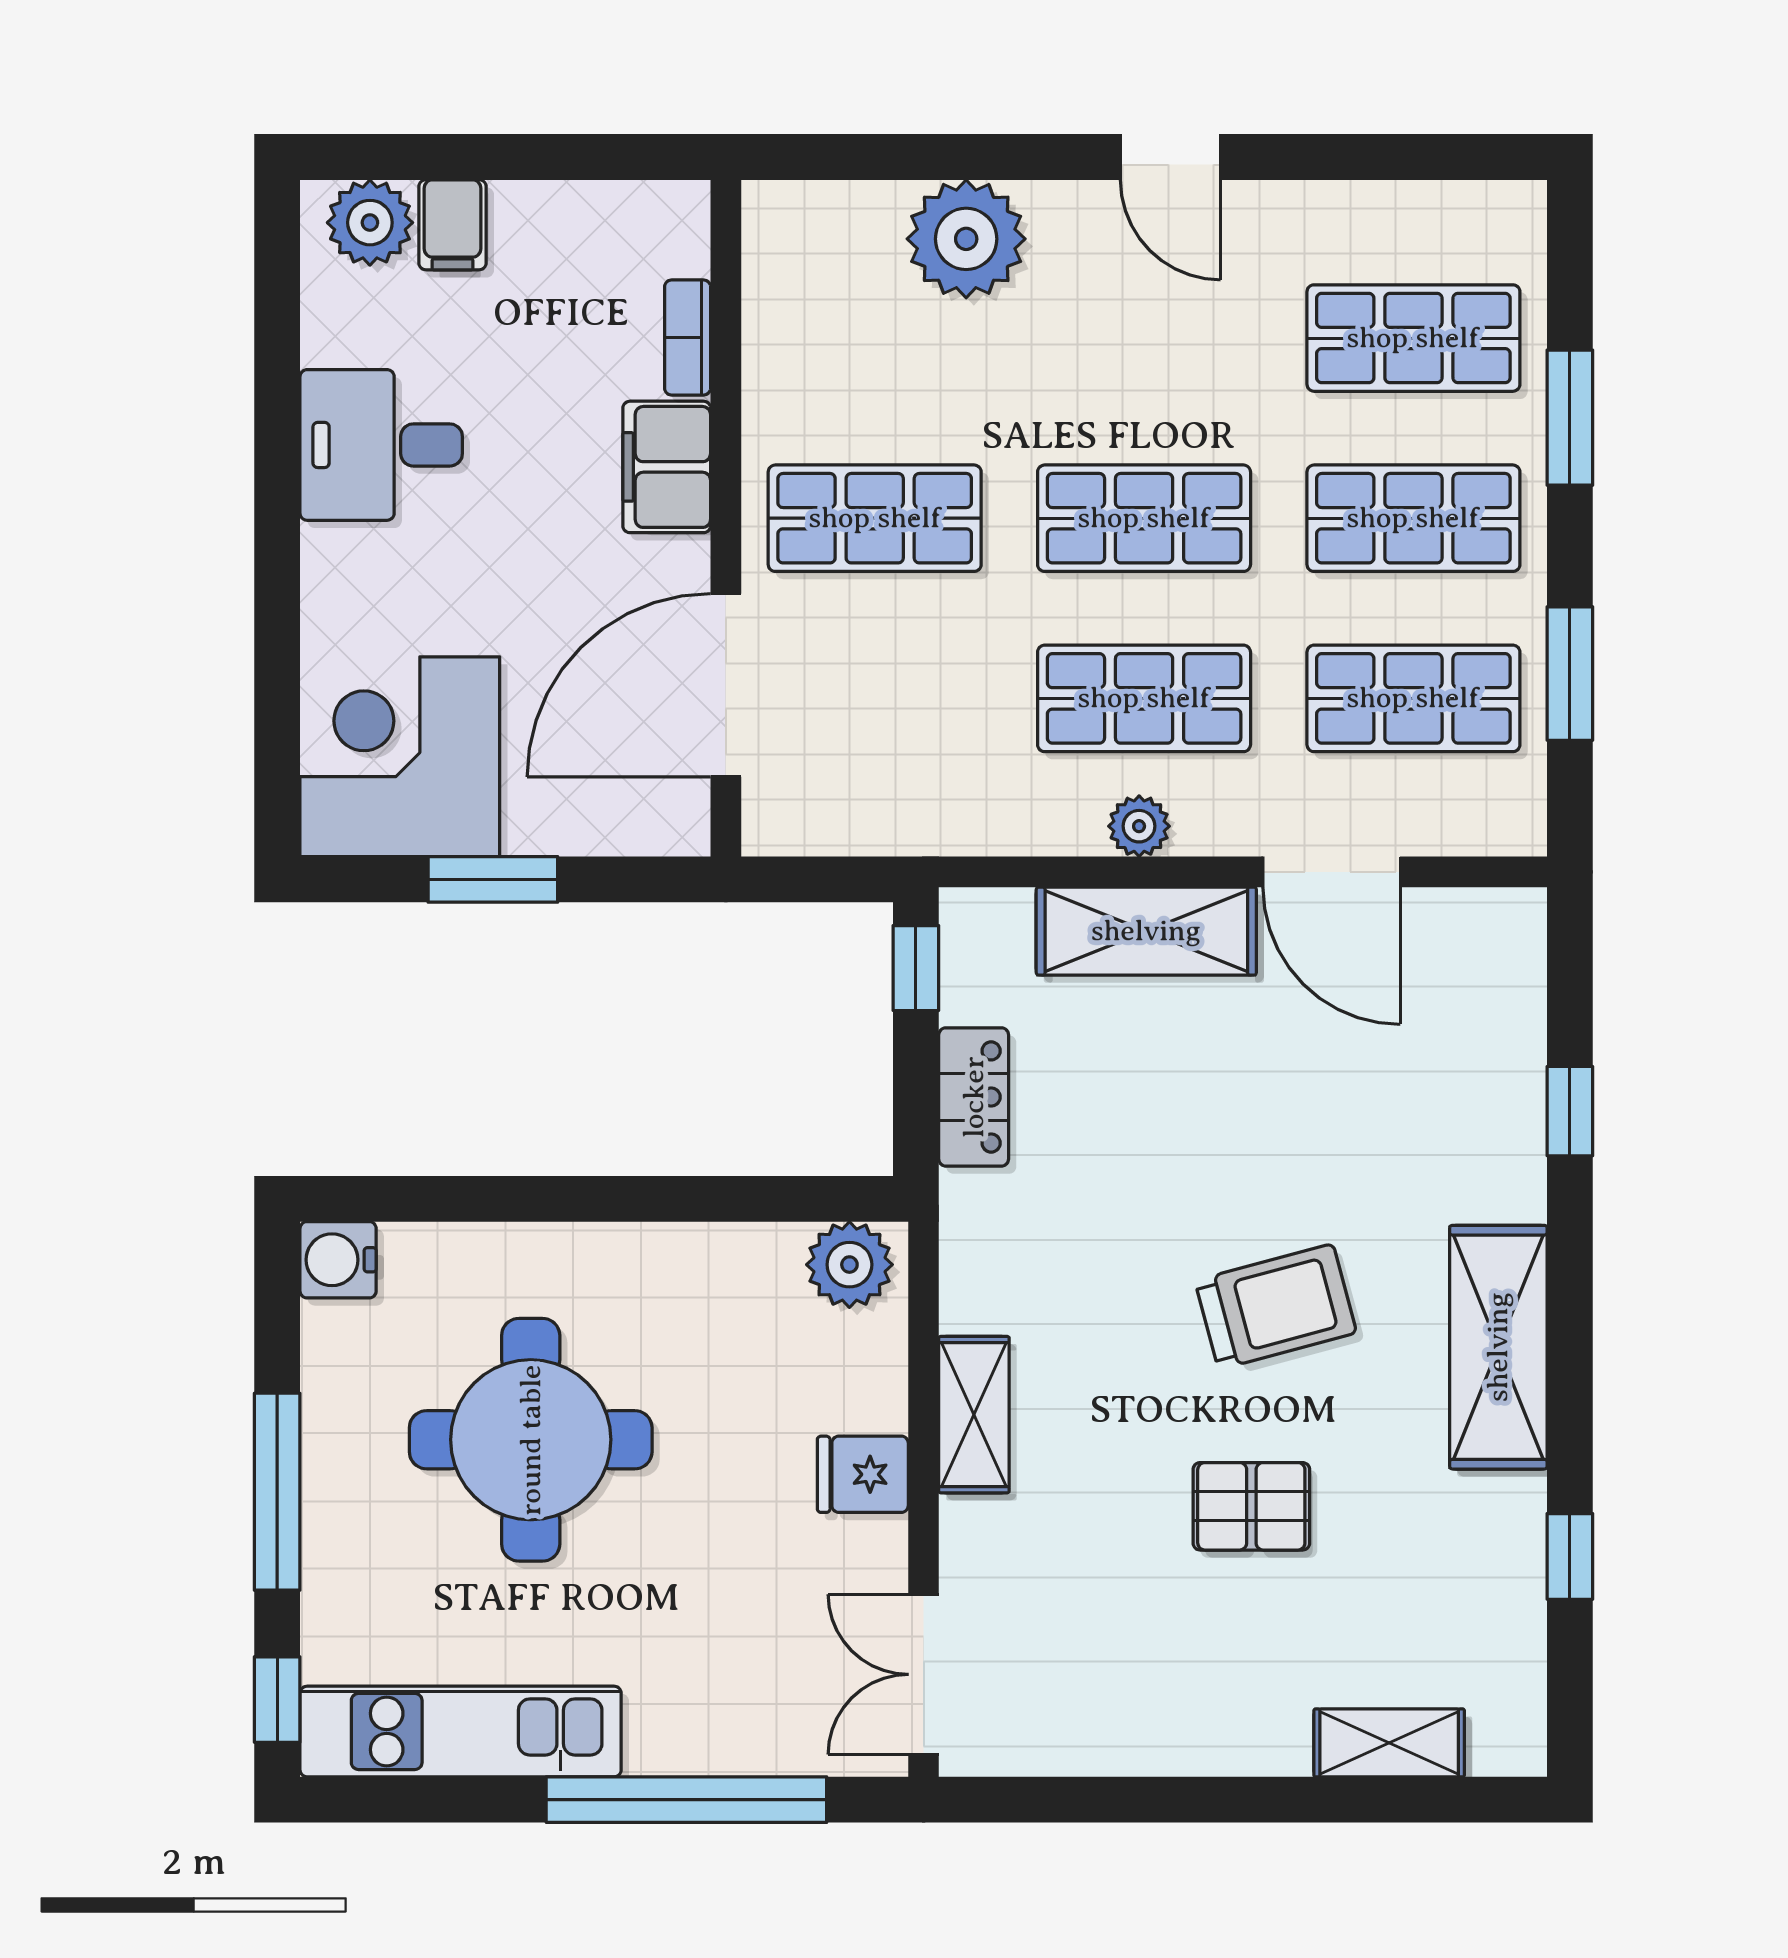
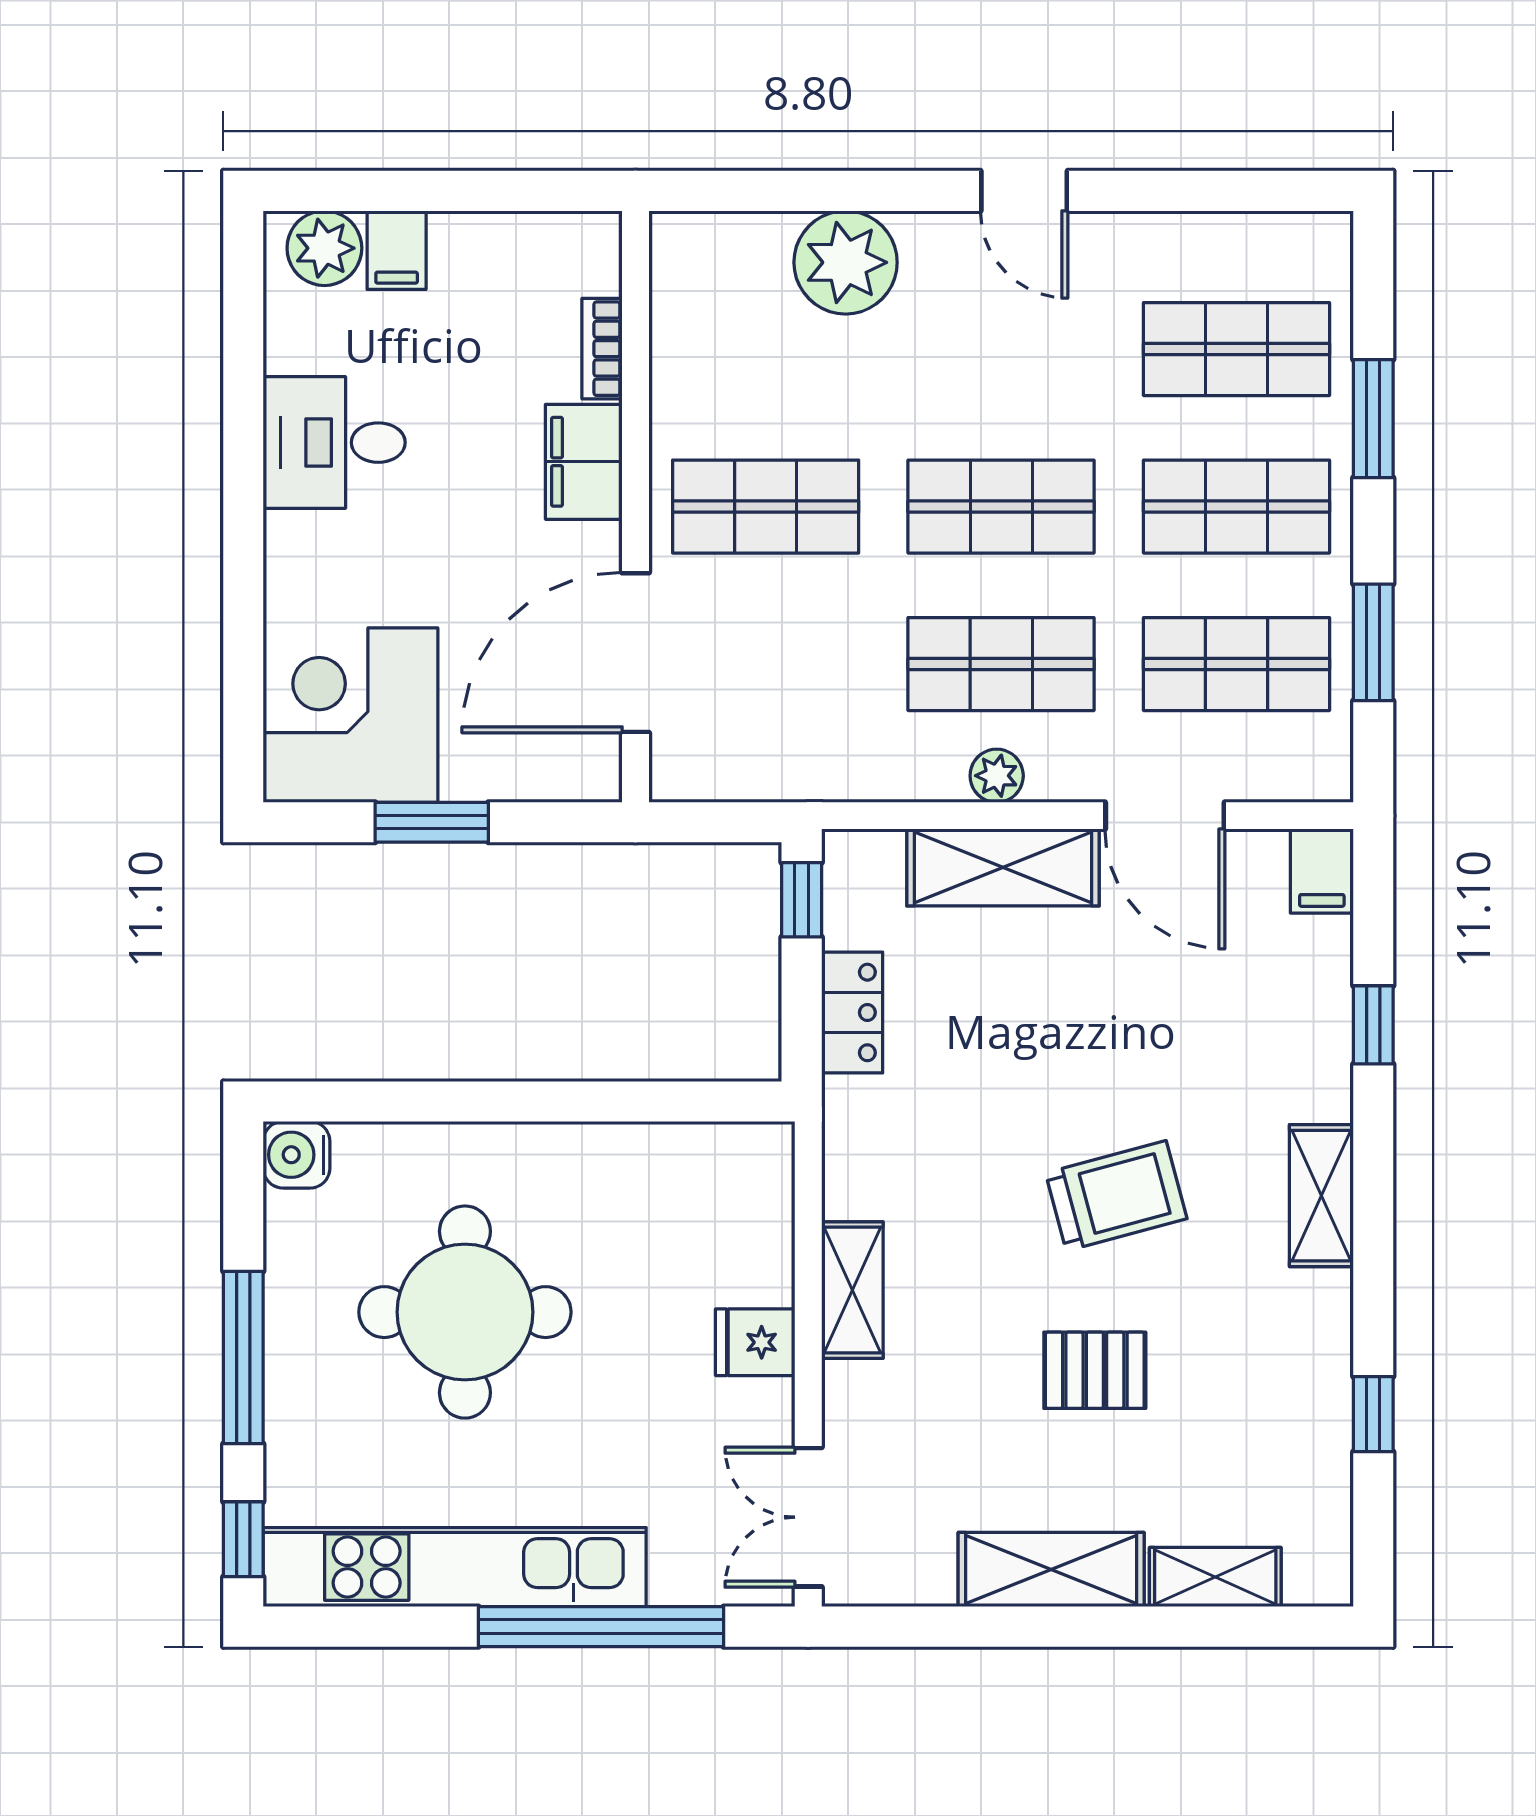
filing cabinet: (1511, 935) -> (1322, 871), added
plant: (849, 1265) -> (744, 1159), removed
shelving: (1498, 1347) -> (1321, 1196), width x0.67, depth x0.75
kitchen unit: (461, 1731) -> (455, 1567), width x1.36
shelving: (1201, 1734) -> (1051, 1569), added

